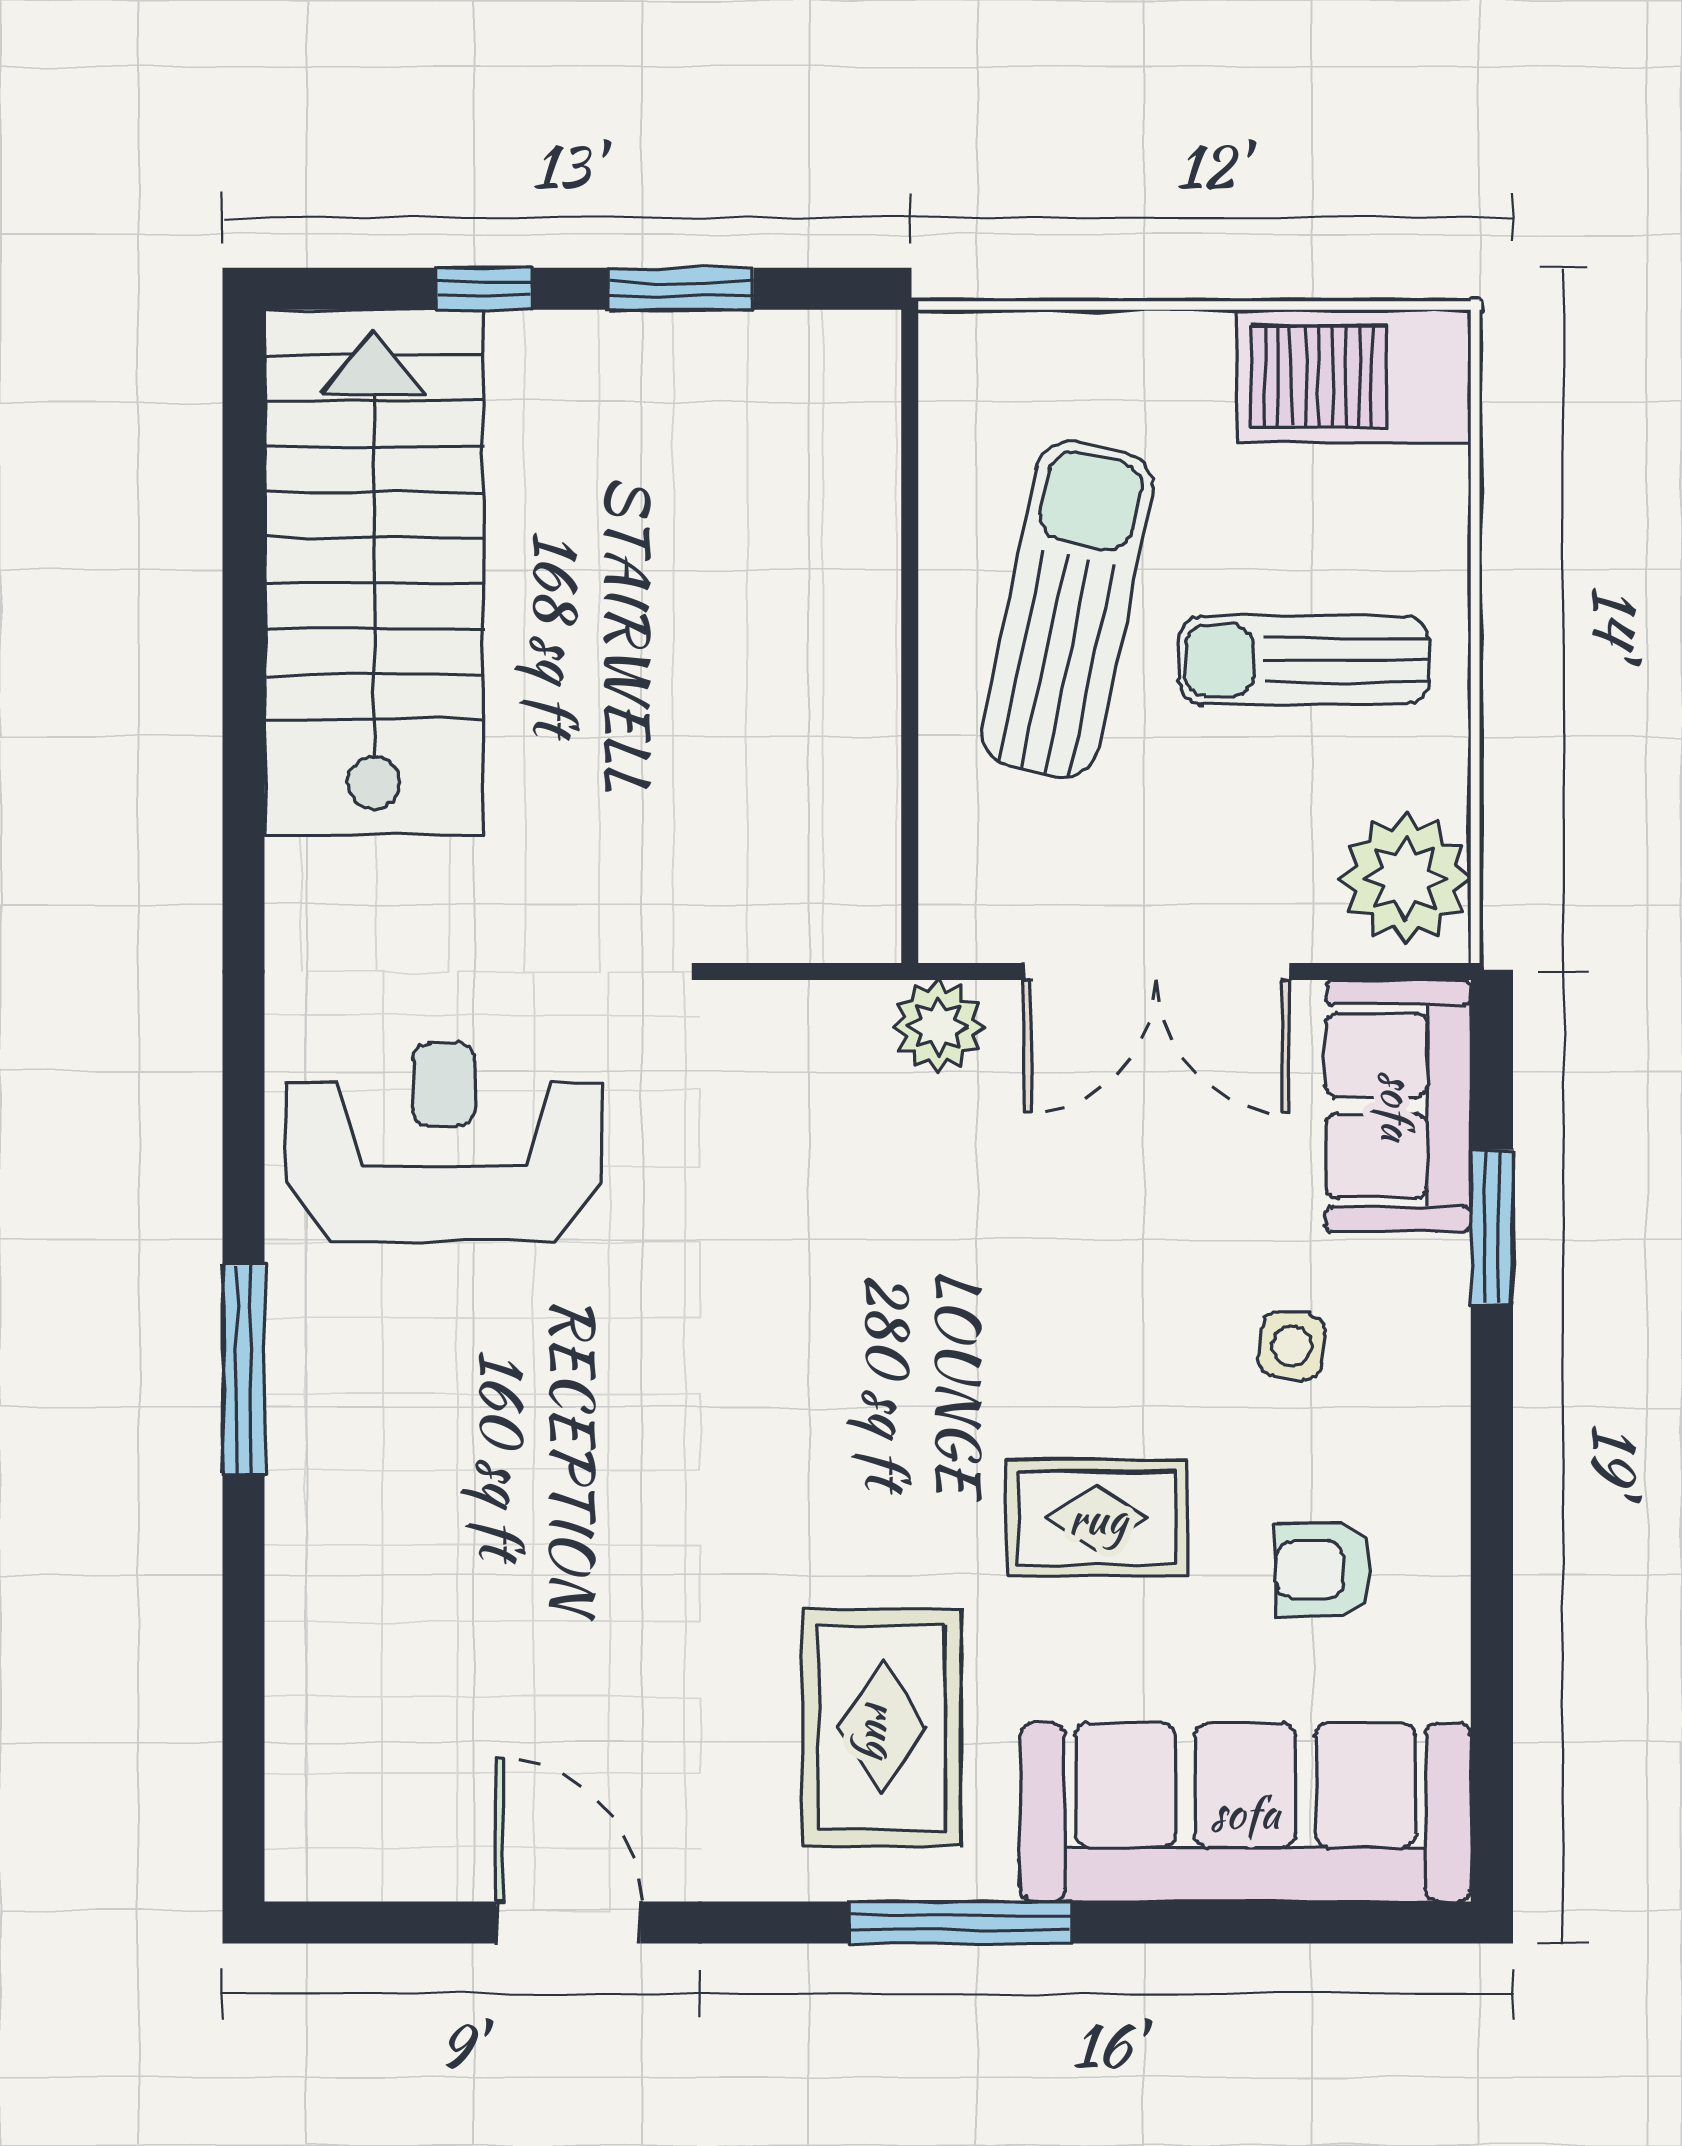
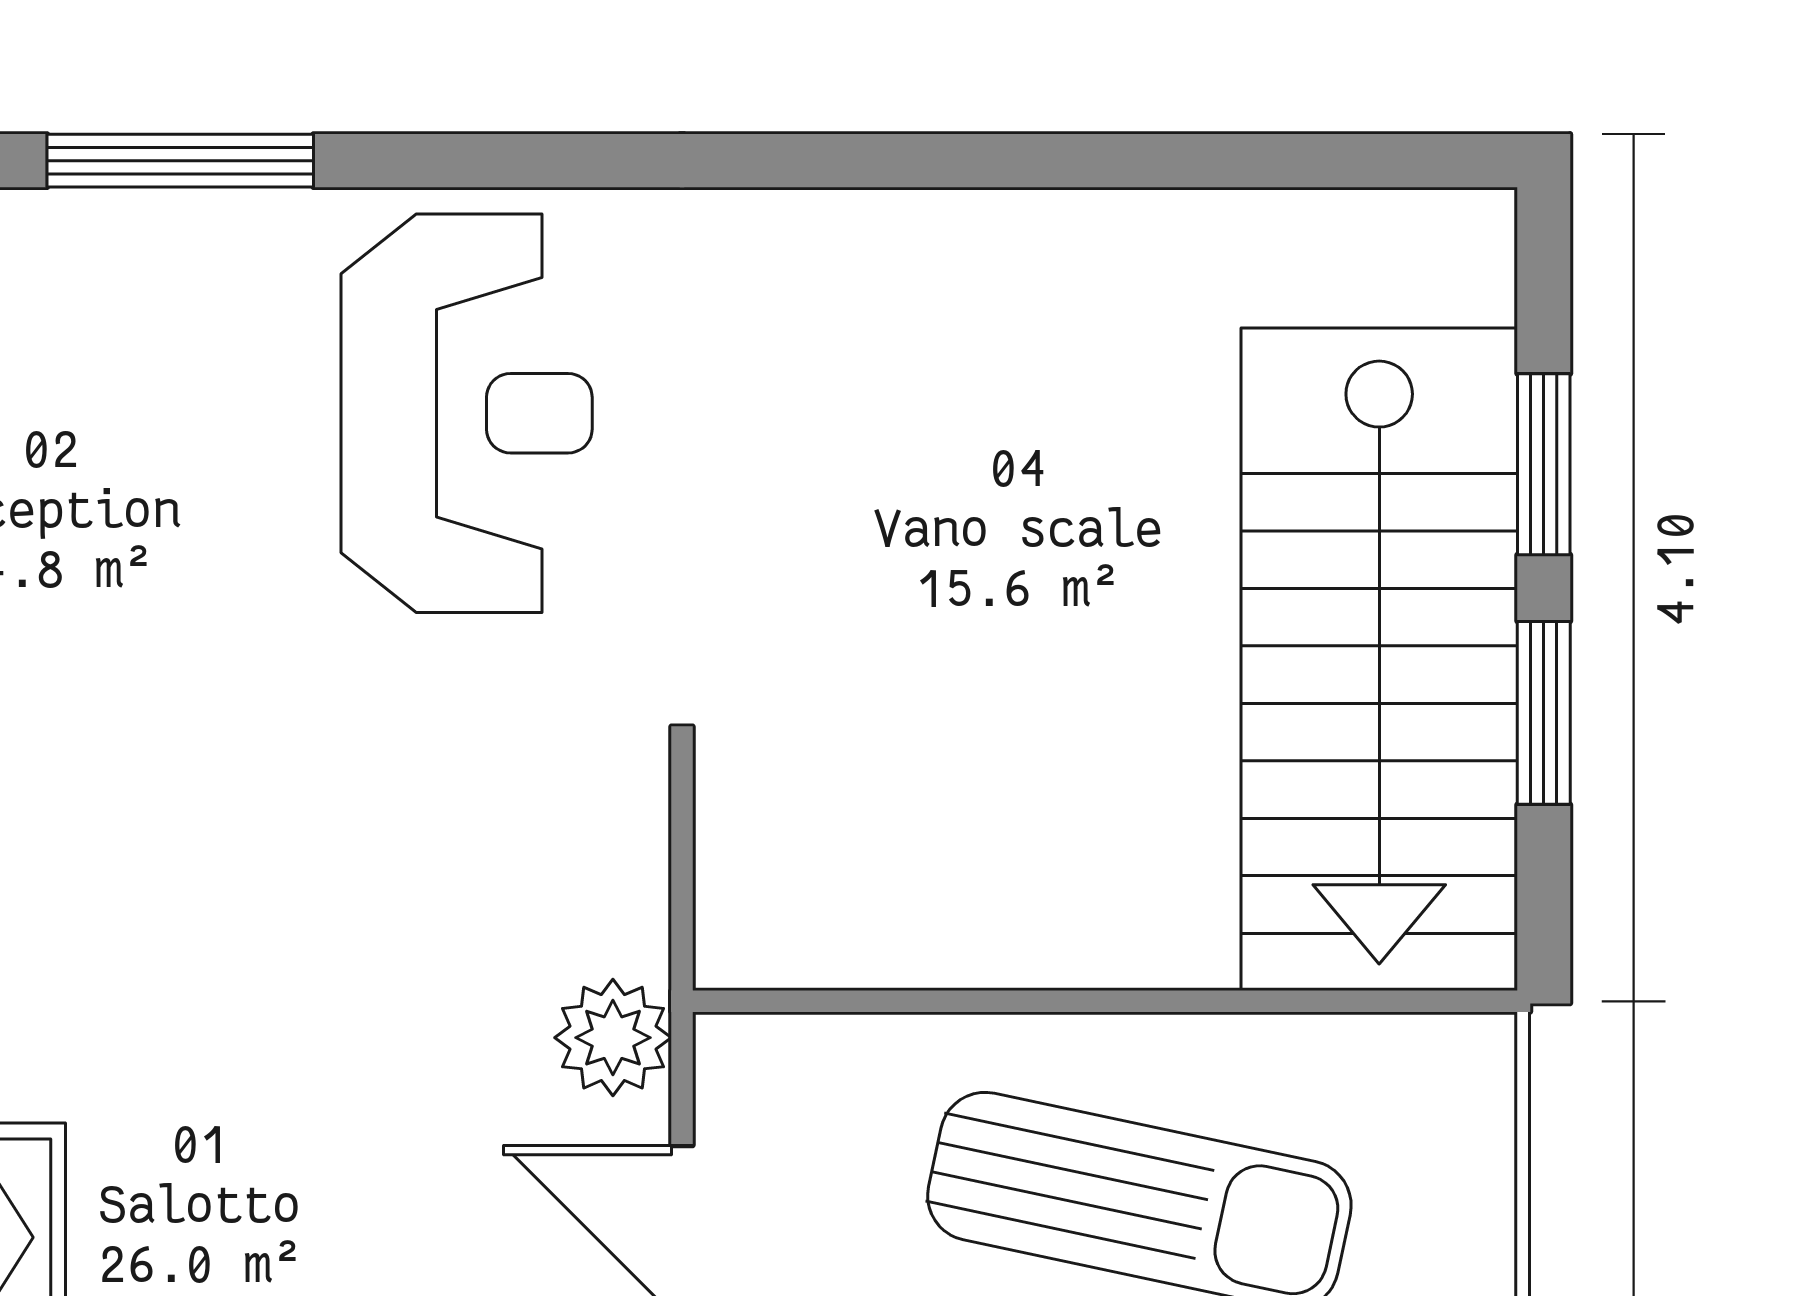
window: (484, 289) -> (1544, 464), width x1.50
stairs: (374, 572) -> (1379, 659), moved, turned 90

